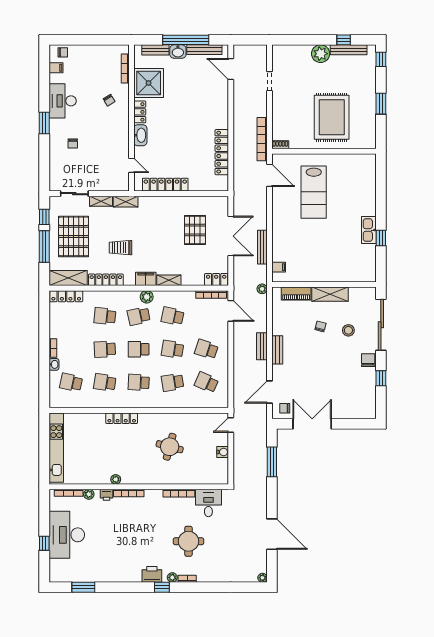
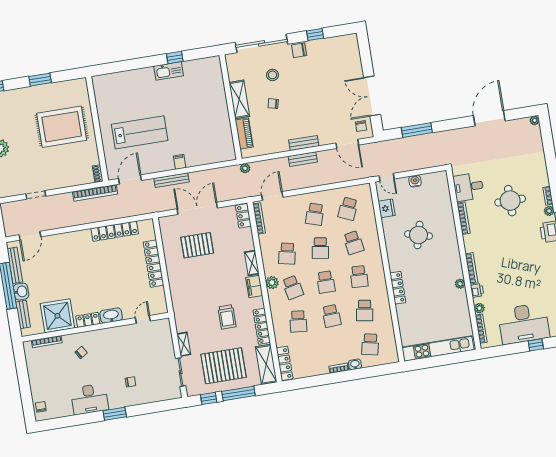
filing cabinet: (56, 68) -> (57, 411), removed
locker: (165, 185) -> (153, 264), moved
shelving: (126, 202) -> (180, 319), removed
bench: (262, 247) -> (172, 180), moved
filing cabinet: (279, 267) -> (180, 162), moved
fridge: (201, 420) -> (387, 208), added

